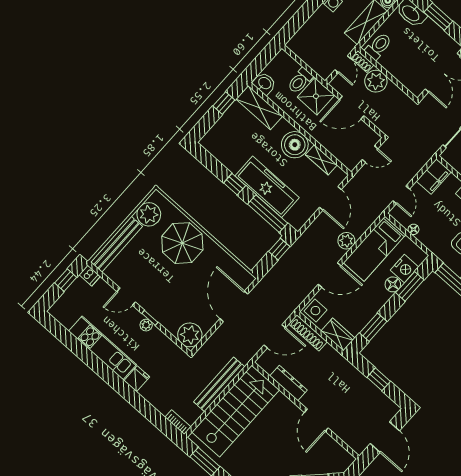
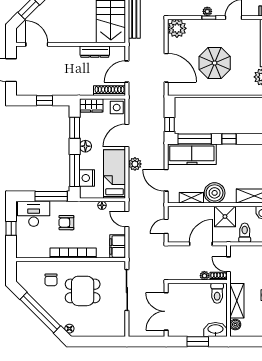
plant: (376, 81) -> (204, 276), width x0.53, depth x0.53
shower: (316, 96) -> (225, 217), moved
freezer: (267, 187) -> (192, 154), moved
parasol: (182, 243) -> (215, 63), moved
floor lamp: (393, 284) -> (85, 146), moved
window: (410, 286) -> (75, 170), width x1.44
door: (316, 420) -> (37, 44), moved

